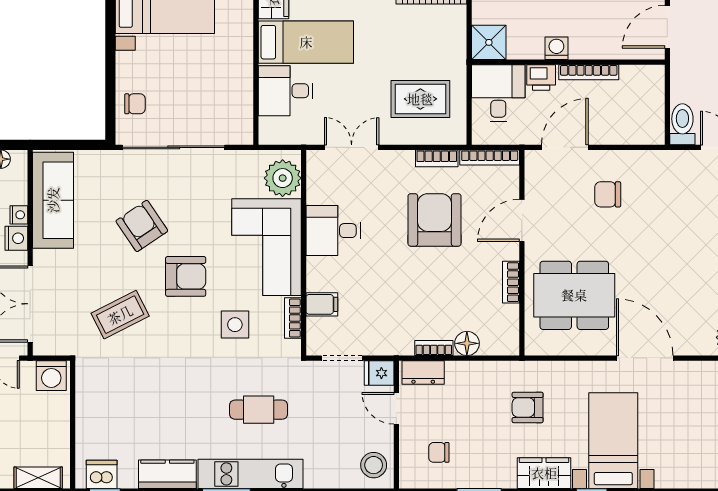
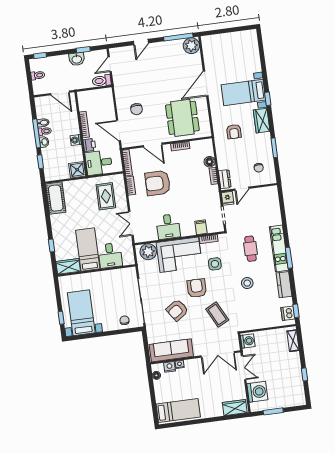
nightstand: (16, 238) -> (170, 367), moved
stool: (374, 465) -> (247, 283), moved

